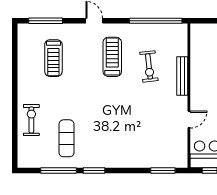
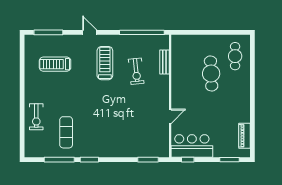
treadmill: (53, 58) -> (55, 64), turned 90
bench: (182, 76) -> (164, 62), moved, width x0.73
exercise bike: (31, 120) -> (36, 117), turned 180

